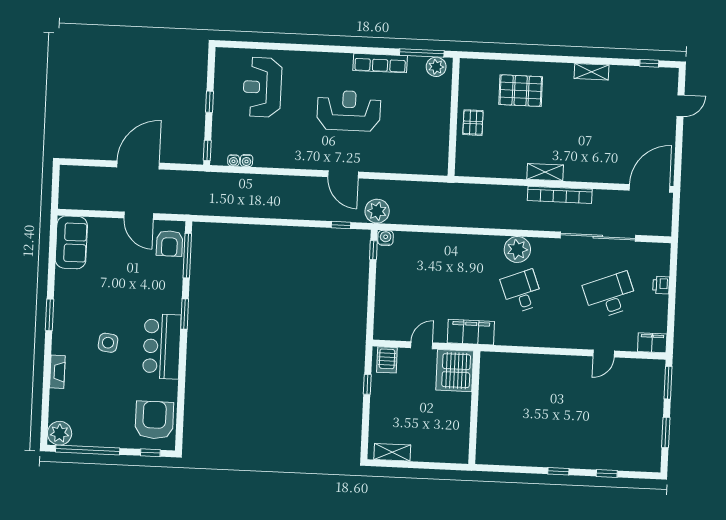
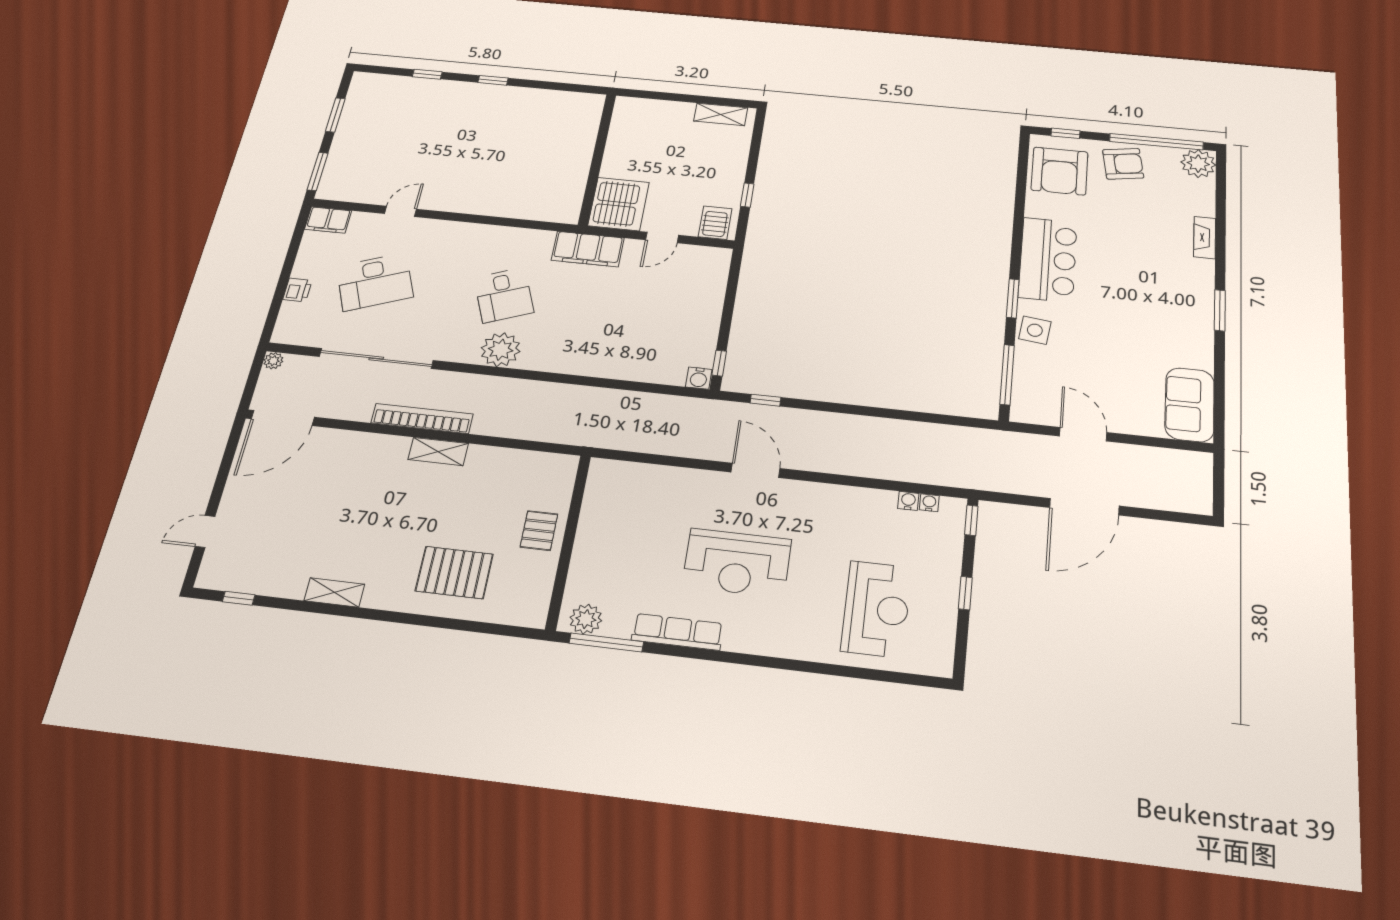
plant: (377, 211) -> (273, 361), moved, width x0.53, depth x0.53
armchair: (169, 243) -> (1123, 164), moved, turned 81
side table: (108, 343) -> (1035, 330), moved

